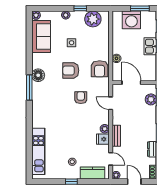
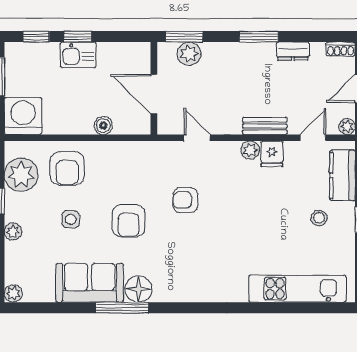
washing machine: (131, 20) -> (23, 116), moved, turned -90
sofa: (41, 36) -> (90, 283), moved
armchair: (100, 69) -> (67, 168), moved, turned 90
door: (131, 83) -> (154, 94), hinge flipped
window: (29, 88) -> (122, 308), moved
door: (111, 103) -> (197, 138), swing flipped

